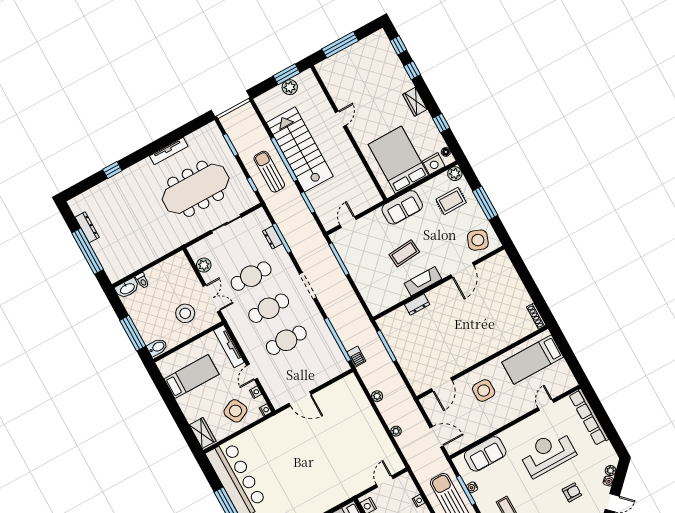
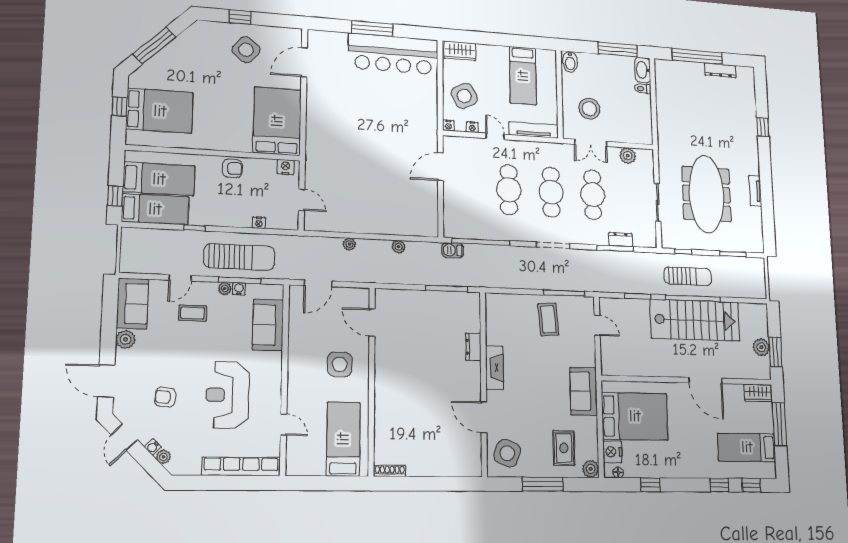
bed: (372, 62) -> (747, 447), added
wardrobe: (415, 102) -> (758, 393), moved, turned 180
door: (341, 119) -> (705, 381), width x1.88
tv unit: (169, 151) -> (755, 191), width x0.71
coffee table: (404, 253) -> (548, 319), moved
window: (133, 333) -> (618, 50), moved
reception desk: (547, 453) -> (227, 395), turned 180
armchair: (572, 492) -> (165, 397), turned 97
plant: (478, 497) -> (225, 289), added

